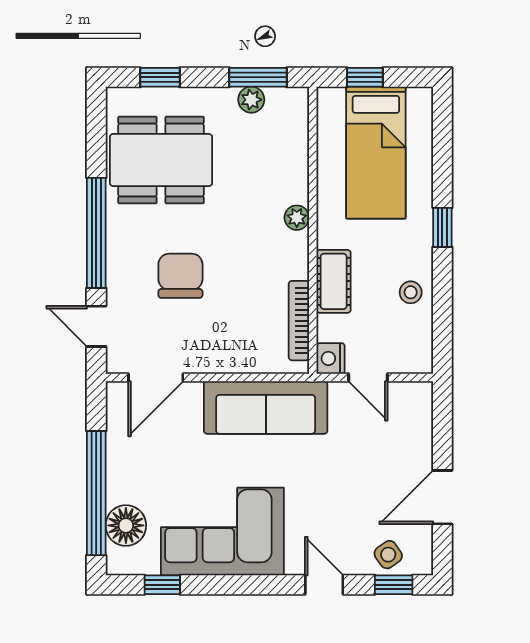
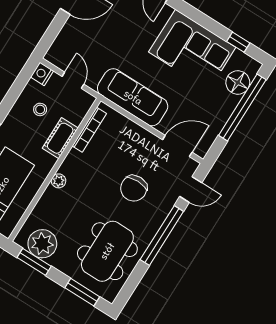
window: (160, 77) -> (82, 292), width x1.50
plant: (251, 100) -> (42, 244), width x1.88, depth x1.88
dining table: (161, 160) -> (107, 251), turned 90
stool: (411, 292) -> (40, 109), moved
door: (96, 326) -> (191, 190), hinge flipped
nightstand: (331, 358) -> (42, 74), moved, turned 180

